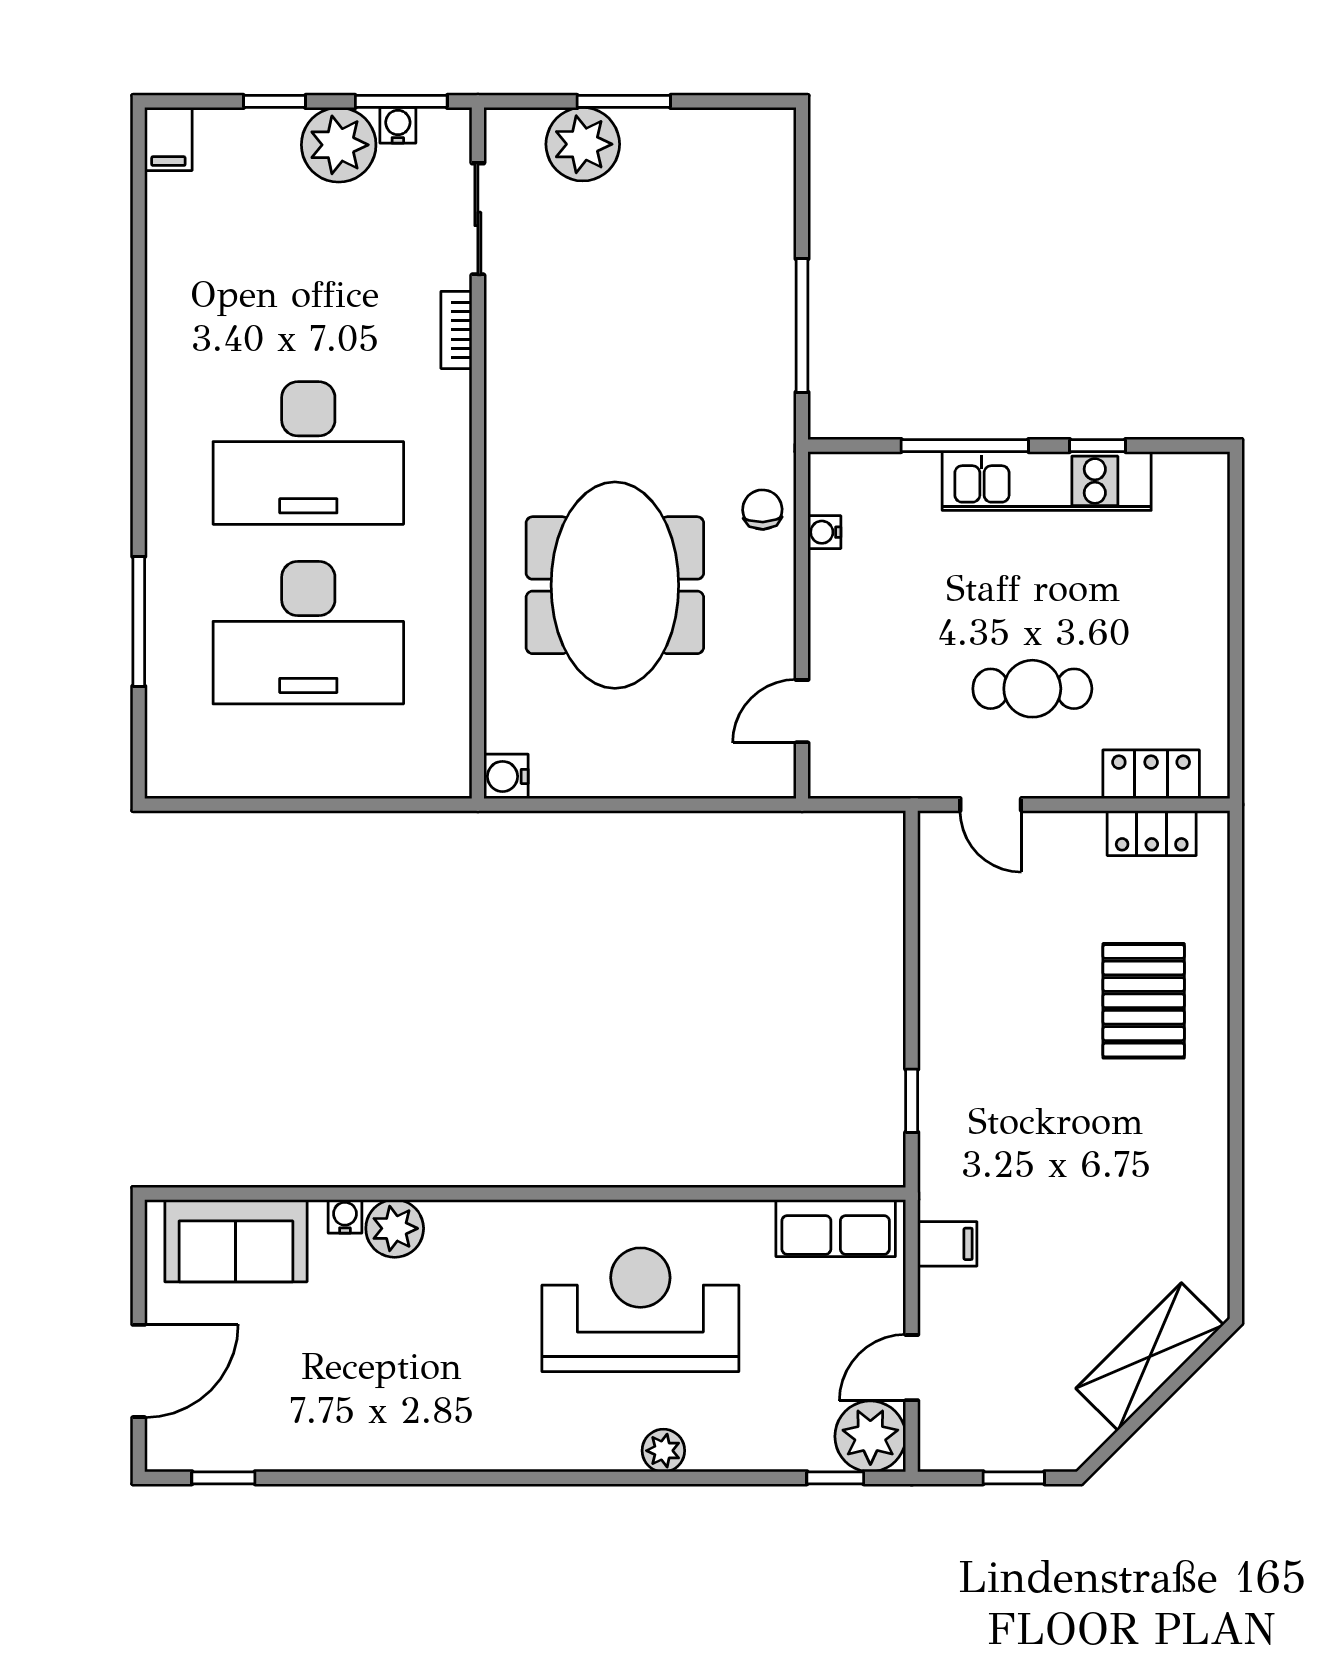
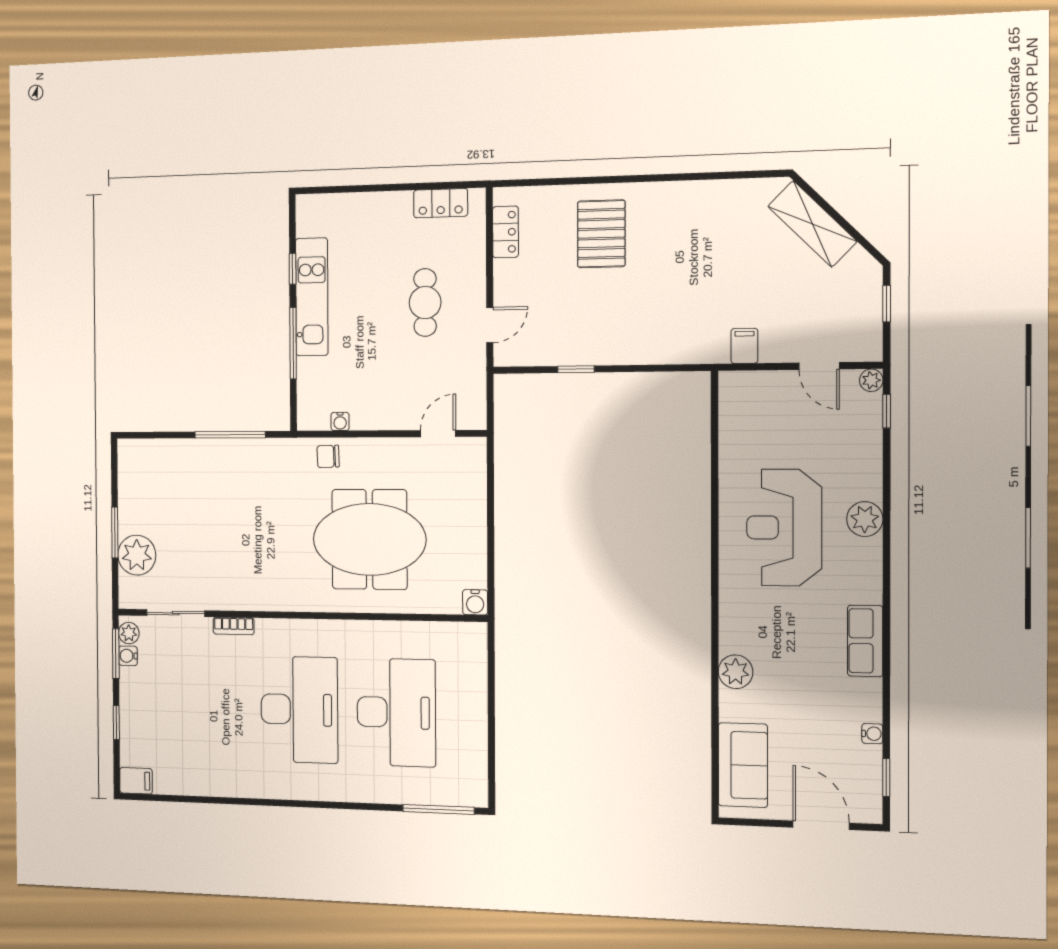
plant: (339, 145) -> (129, 633), moved, width x0.53, depth x0.53
window: (139, 621) -> (438, 809), moved
door: (802, 711) -> (438, 434), swing flipped
locker: (1151, 774) -> (441, 203), moved, turned -90
pallet: (1144, 1001) -> (601, 234), turned 90
window: (912, 1101) -> (576, 369), moved
water cooler: (345, 1216) -> (872, 734), moved, turned 180
row of seats: (836, 1228) -> (865, 641), moved, turned 180
plant: (870, 1436) -> (871, 380), width x0.53, depth x0.53
plant: (663, 1451) -> (865, 519), width x1.38, depth x1.38

